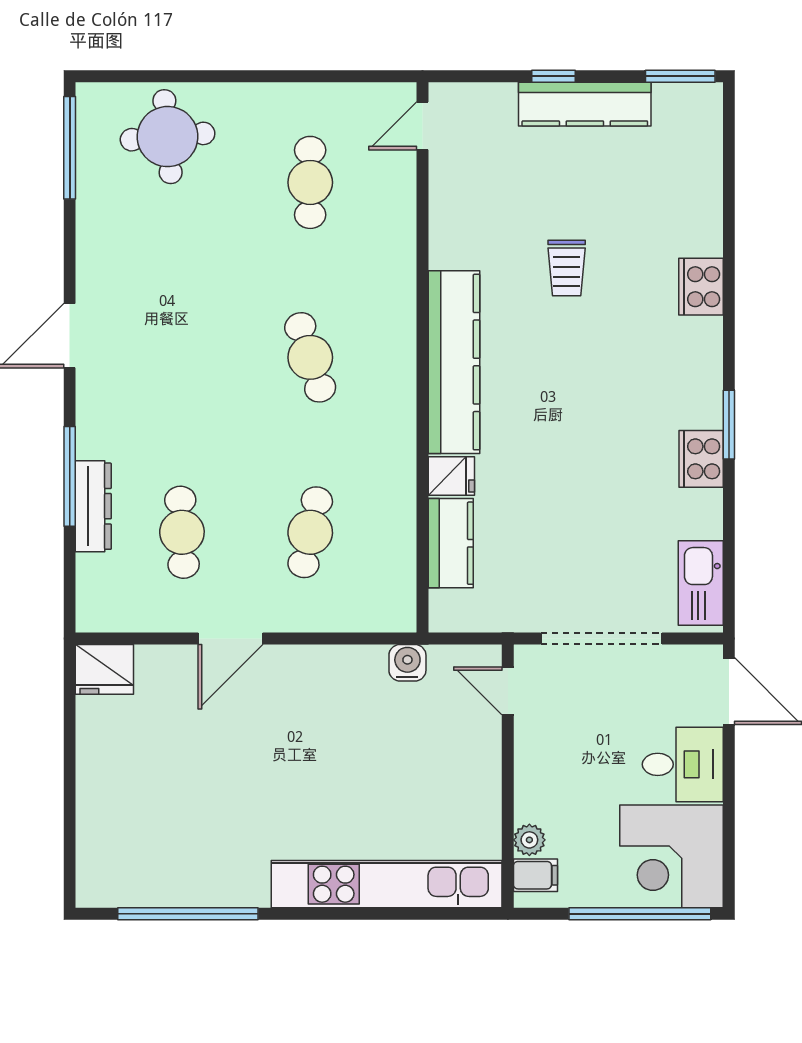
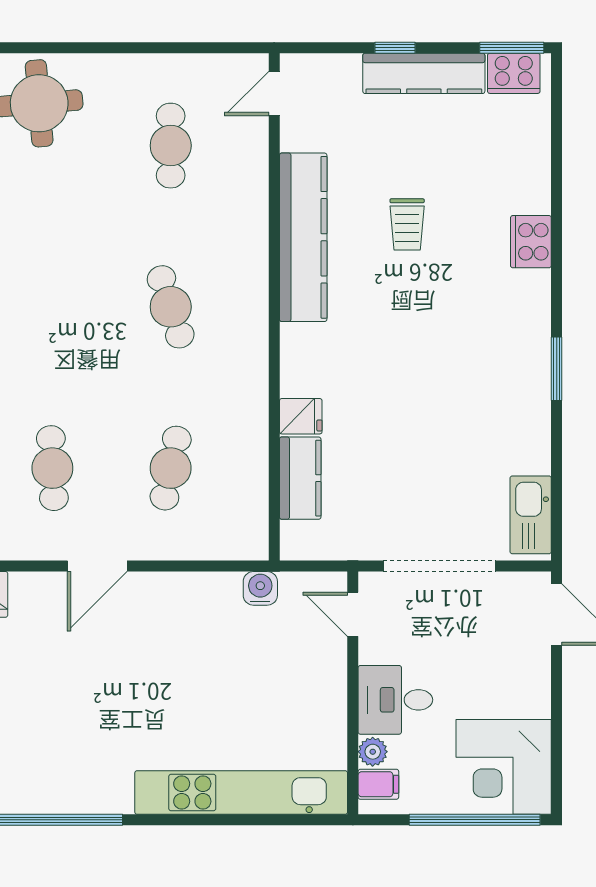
kitchen counter: (454, 362) -> (303, 237), moved
cooker: (701, 459) -> (514, 73), moved, turned -90
desk: (683, 764) -> (395, 700), moved, turned 180

